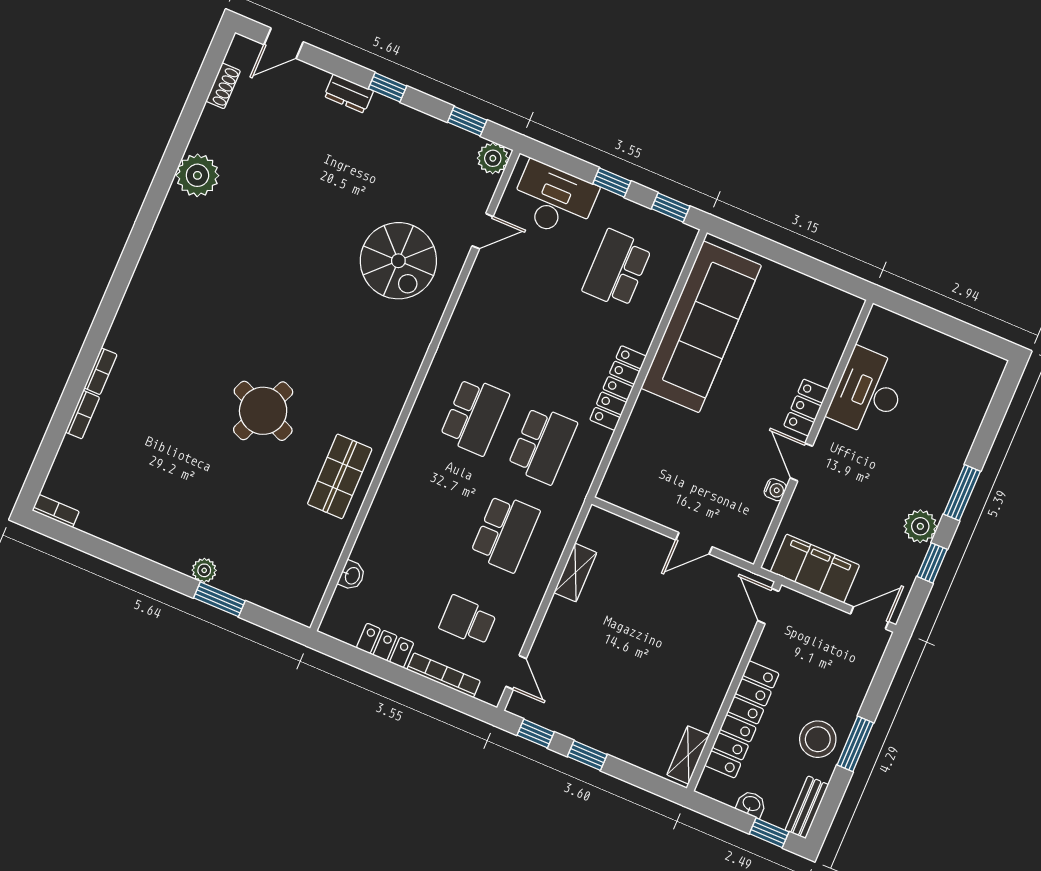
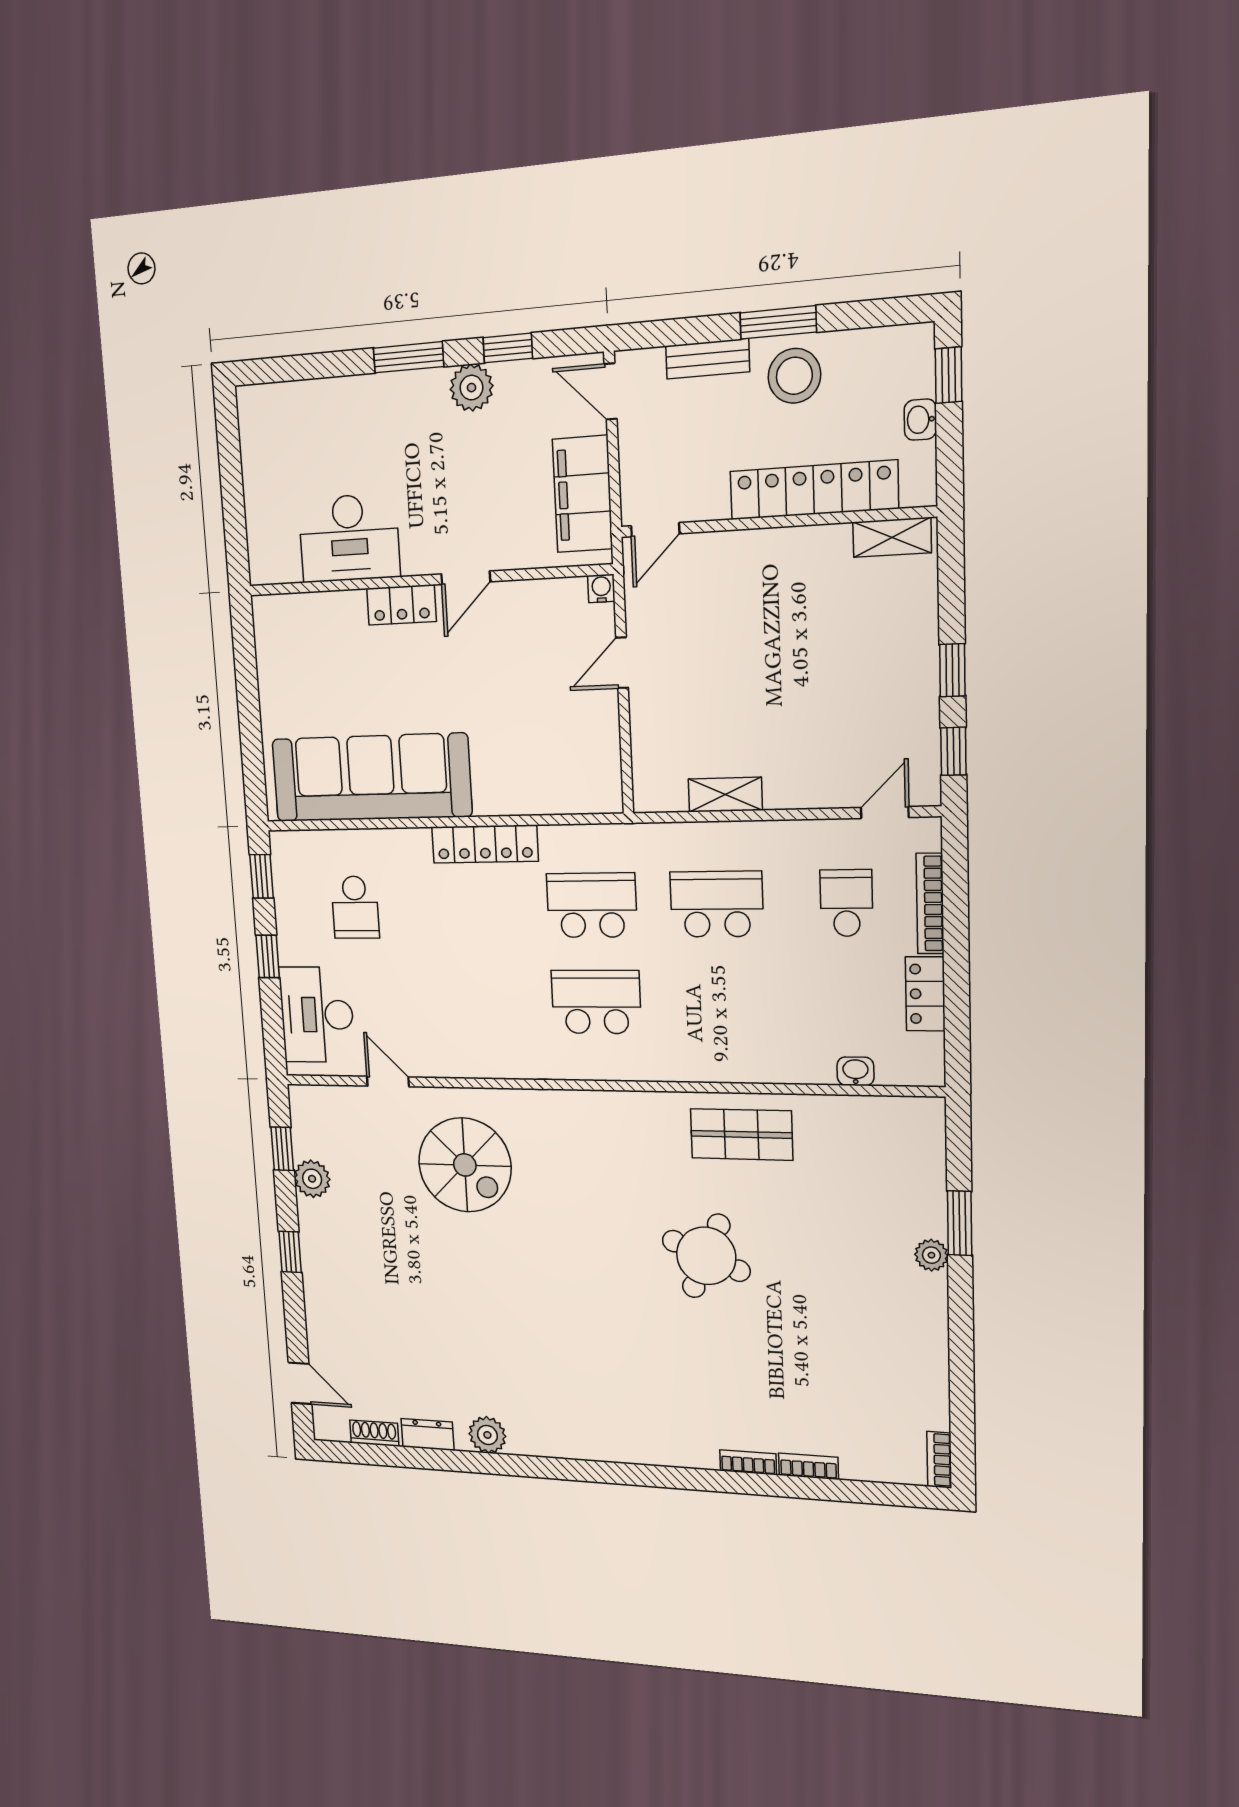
dresser: (349, 94) -> (428, 1434), moved, turned -90
plant: (493, 158) -> (312, 1179), moved
plant: (197, 175) -> (487, 1435), width x0.73, depth x0.73
spiral stairs: (398, 261) -> (465, 1165), turned 90
school desk: (617, 269) -> (355, 907), width x0.54
water cooler: (775, 490) -> (601, 588), moved
door: (694, 543) -> (622, 663), swing flipped
school desk: (468, 621) -> (846, 903), turned 180
bench: (807, 807) -> (708, 359), moved

